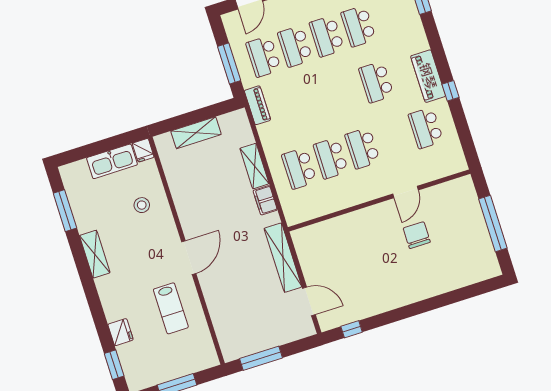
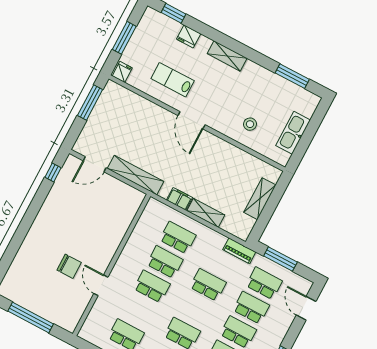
school desk: (313, 102) -> (208, 285), added
fridge: (143, 150) -> (122, 72), moved, turned 90
shelving: (95, 254) -> (227, 56), moved

